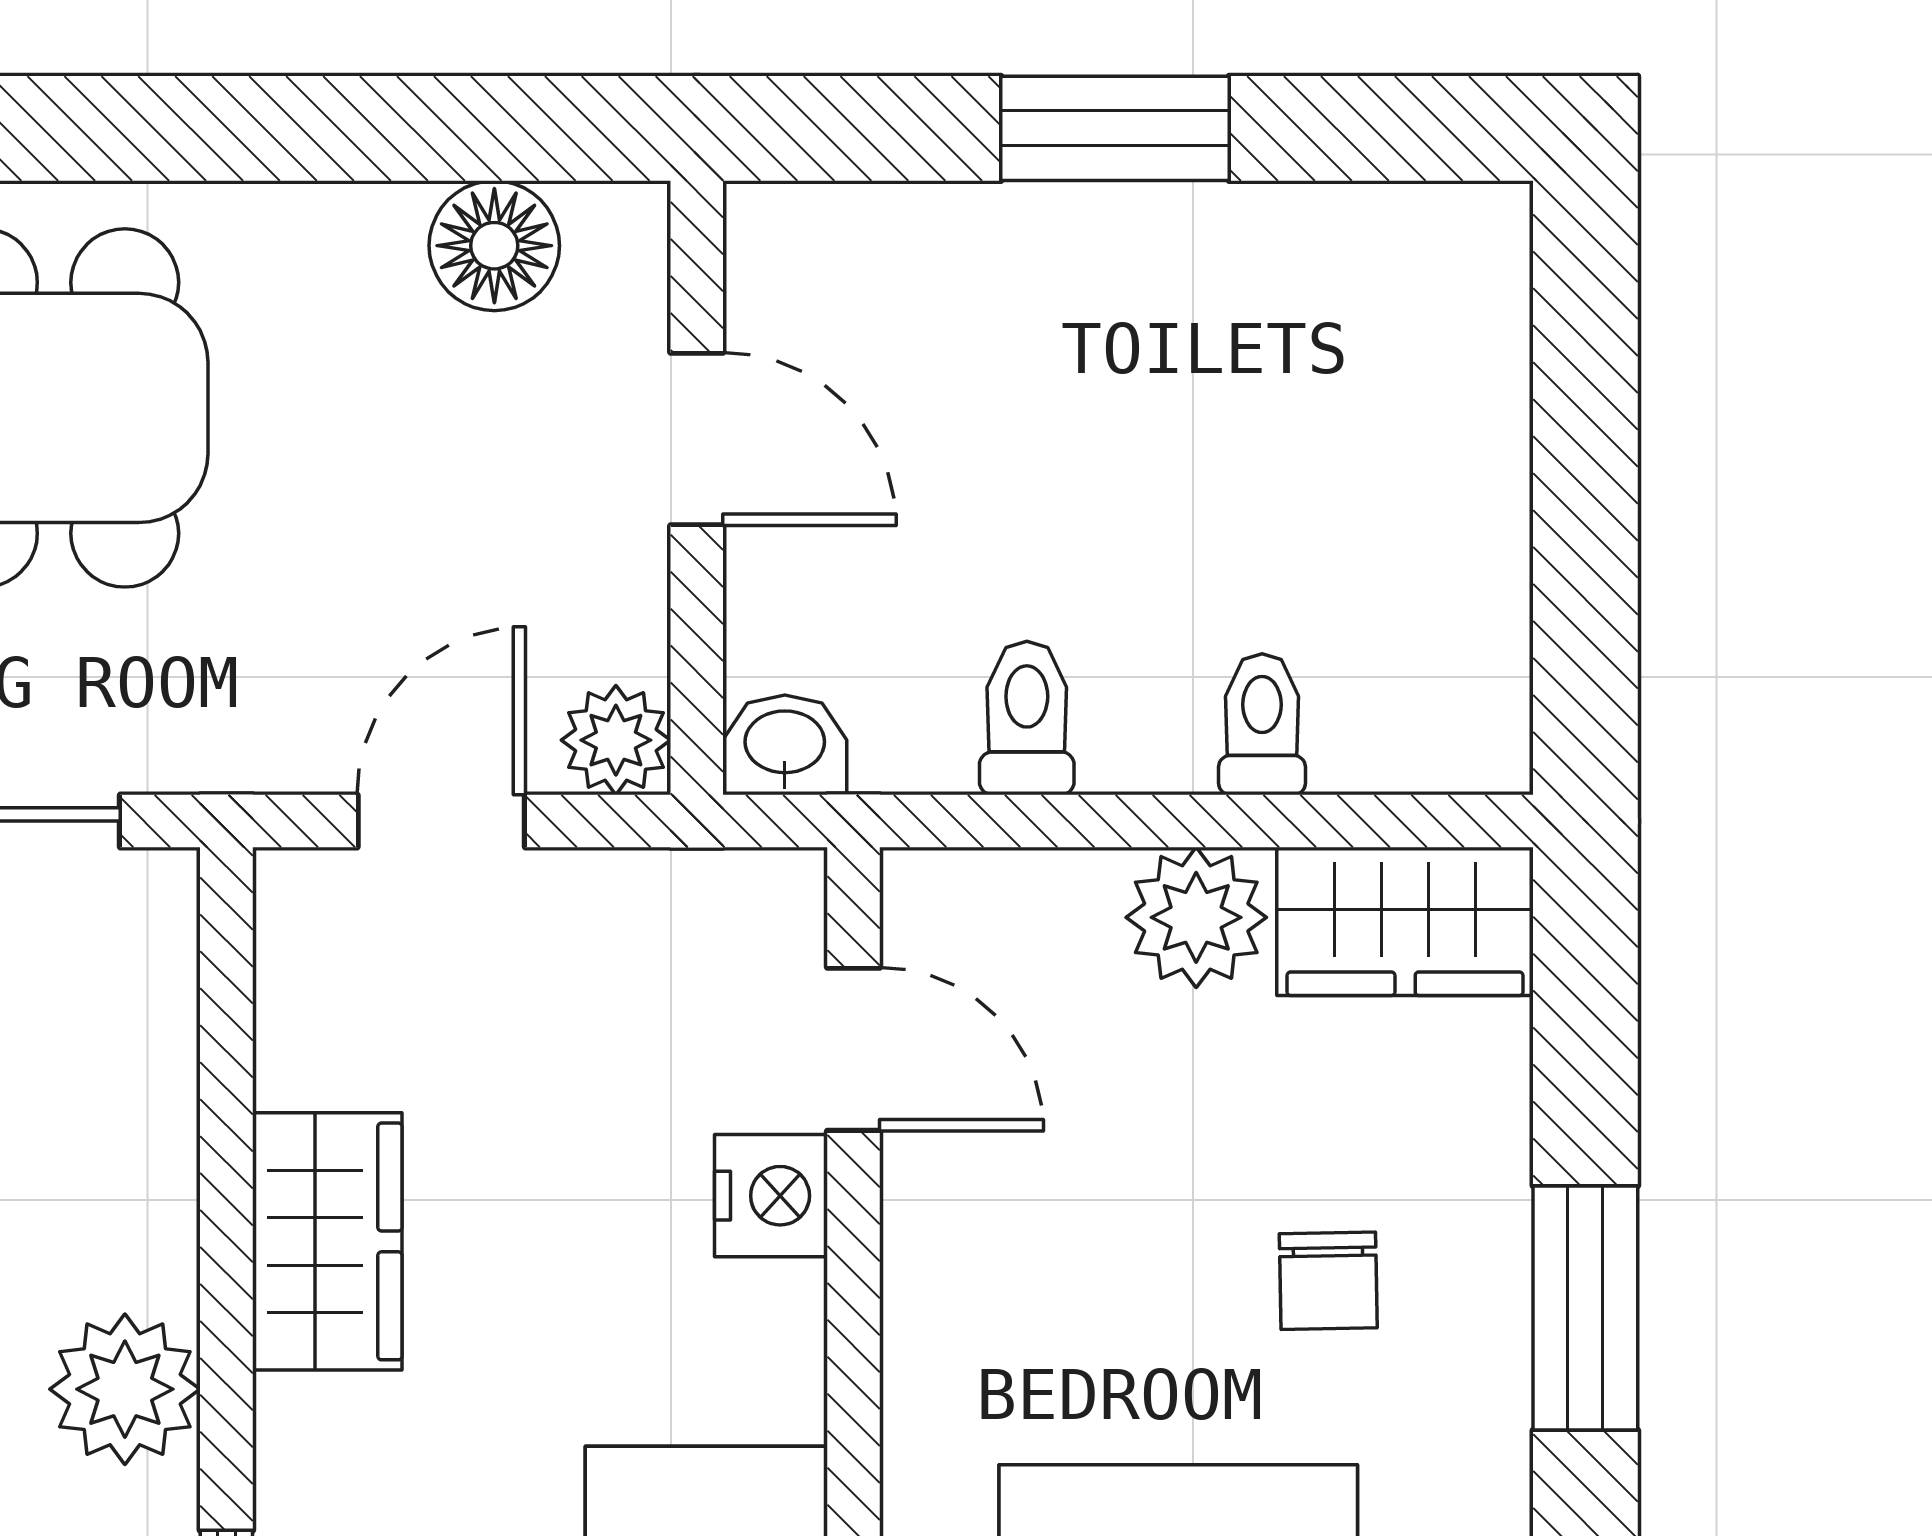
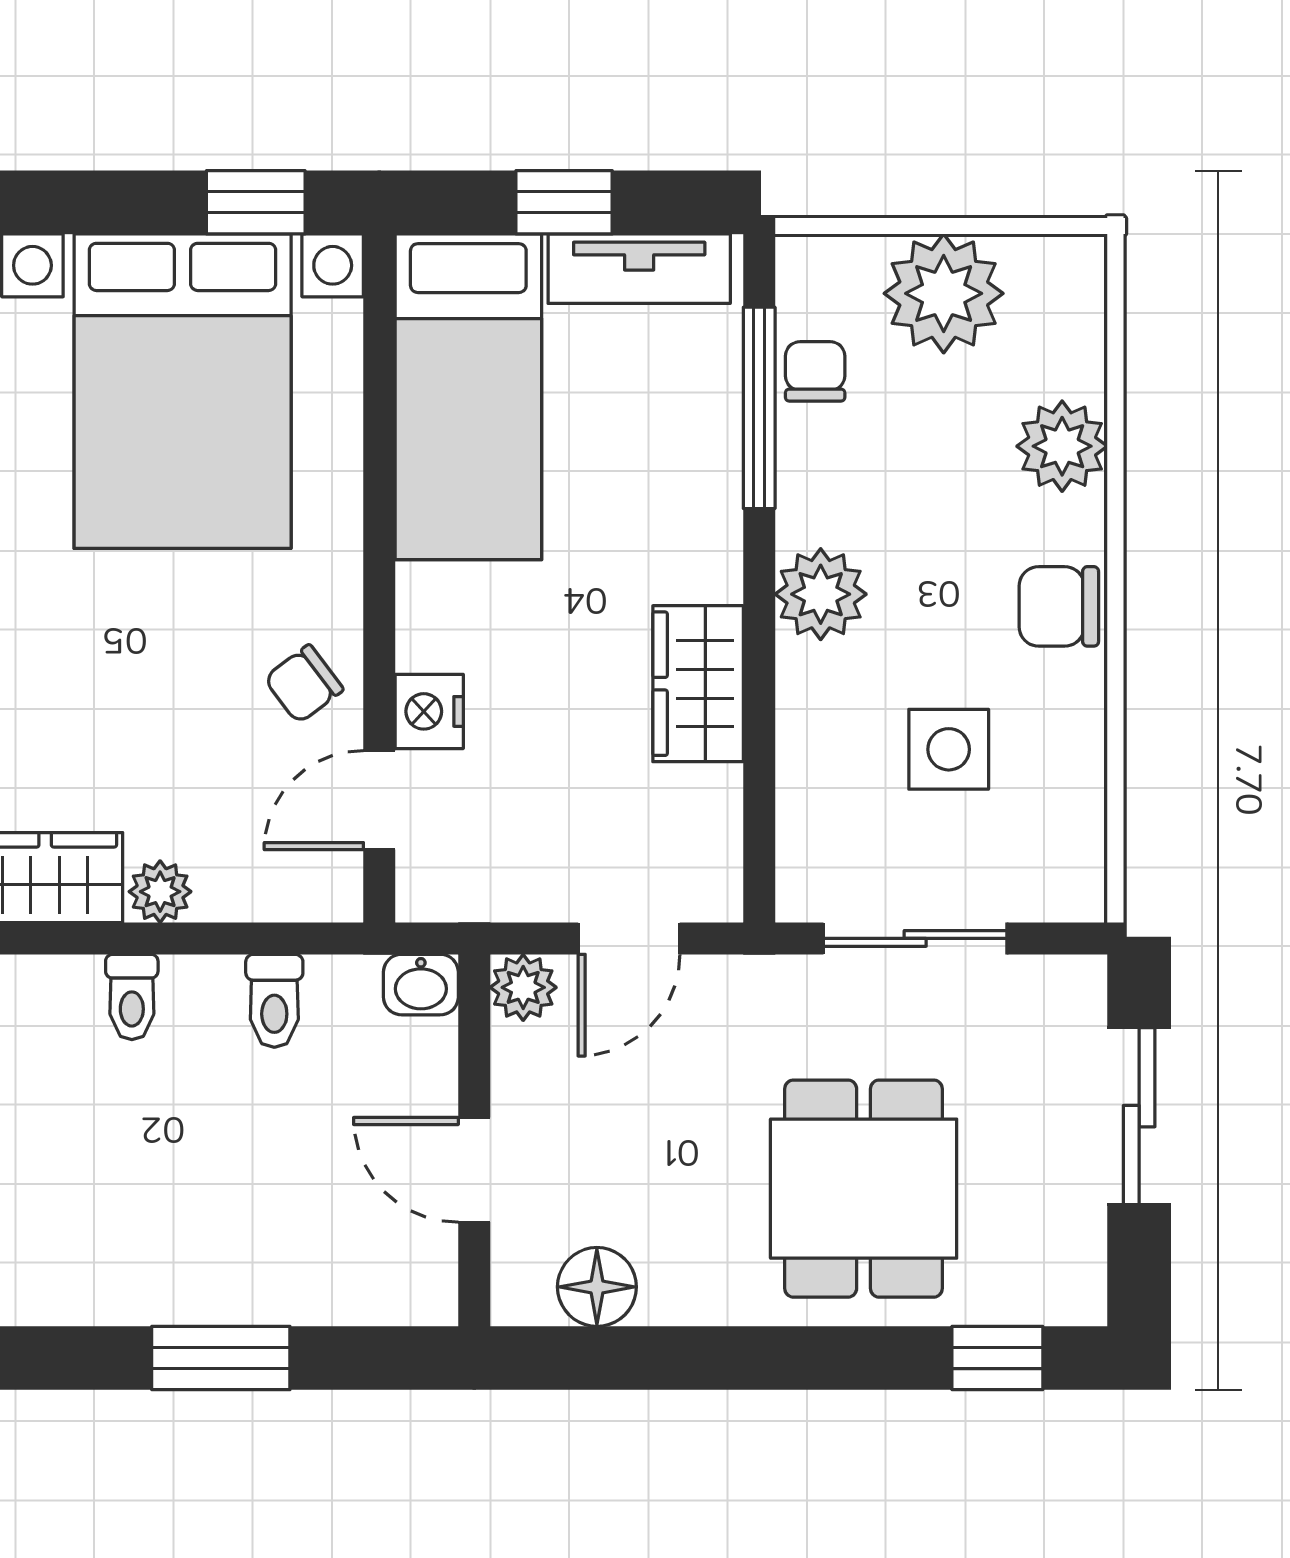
plant: (1196, 917) -> (160, 892), width x0.73, depth x0.73
door: (854, 1049) -> (379, 800), hinge flipped
chair: (1328, 1281) -> (304, 684), moved, turned -126

